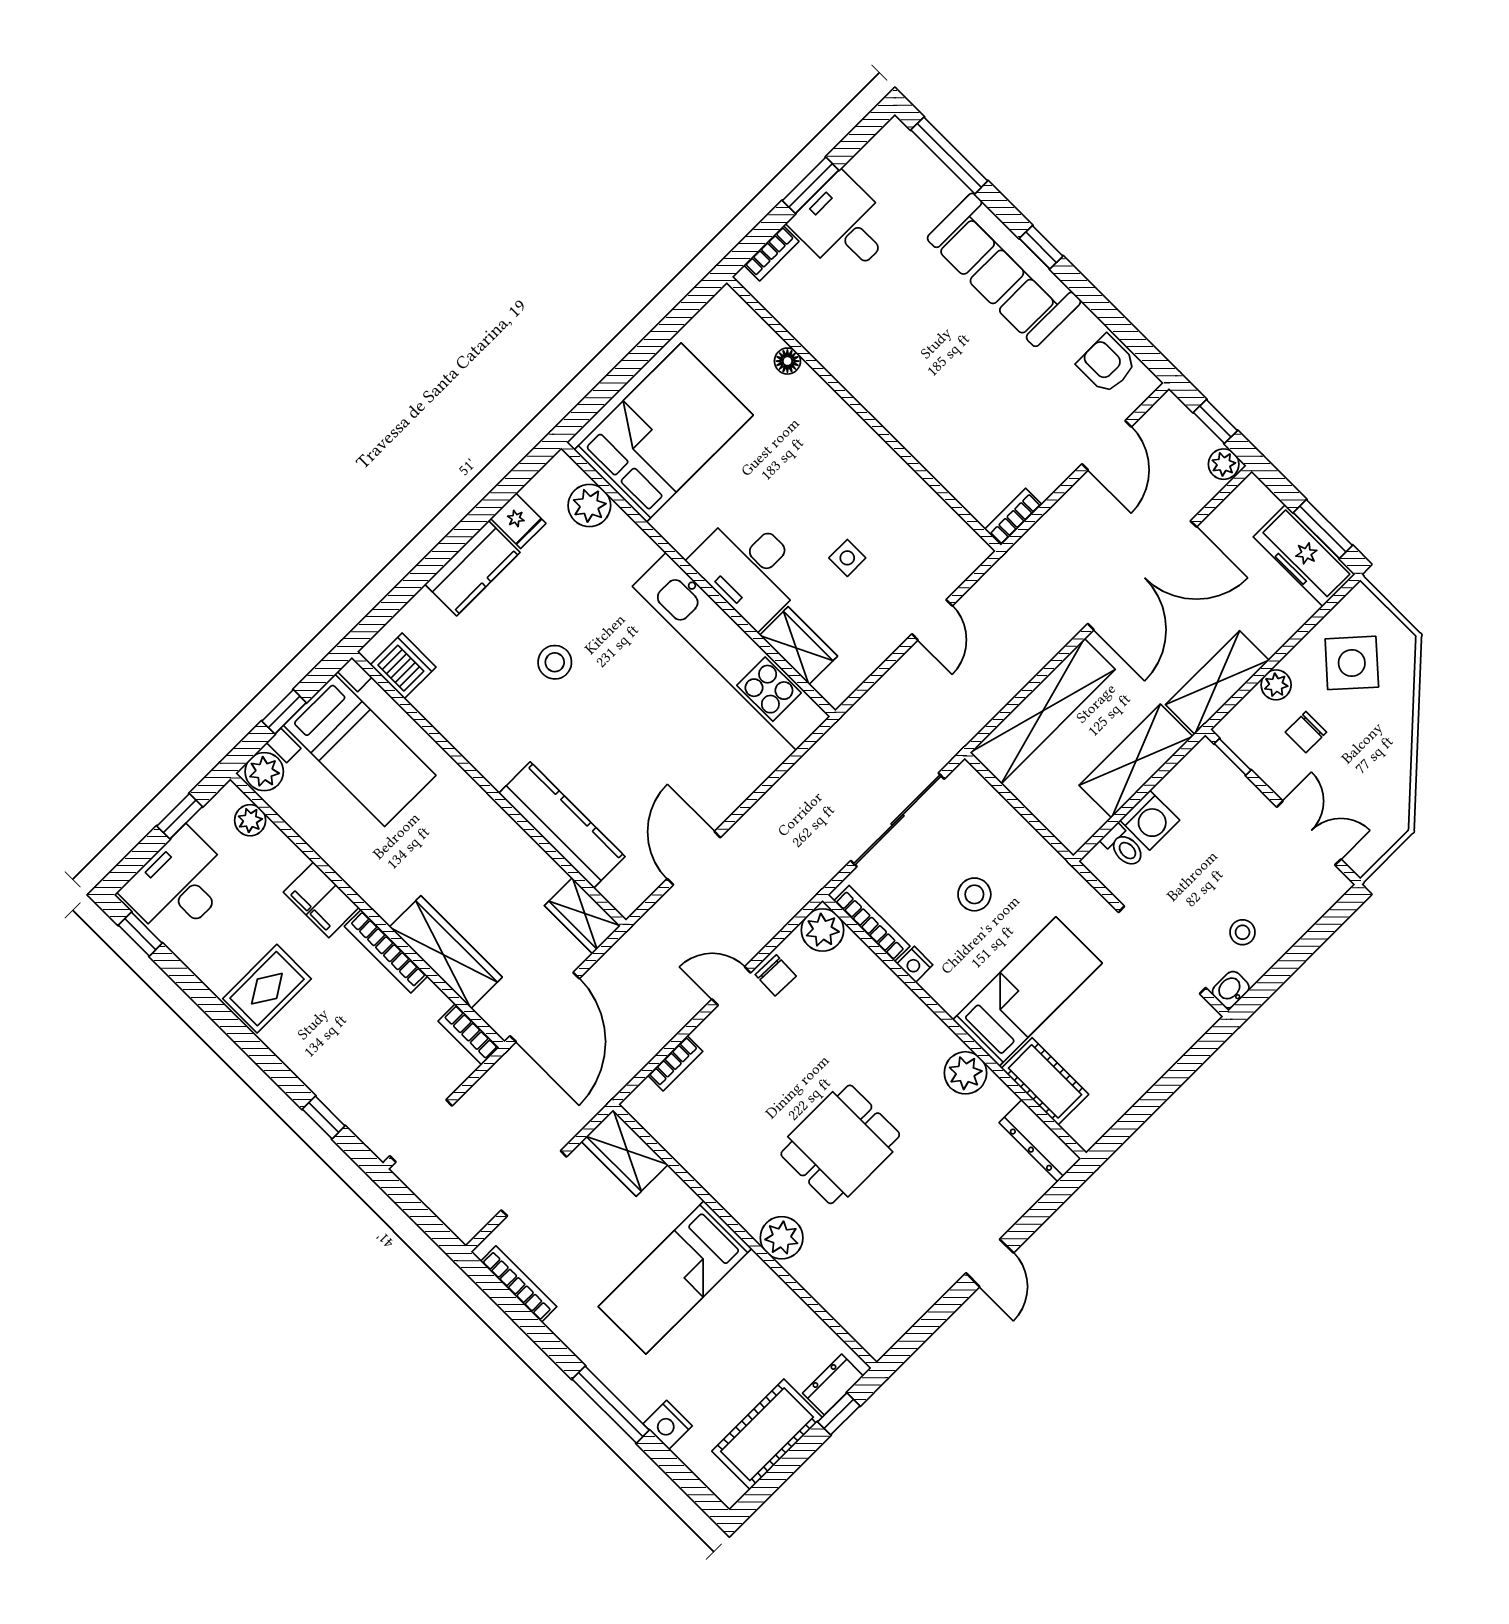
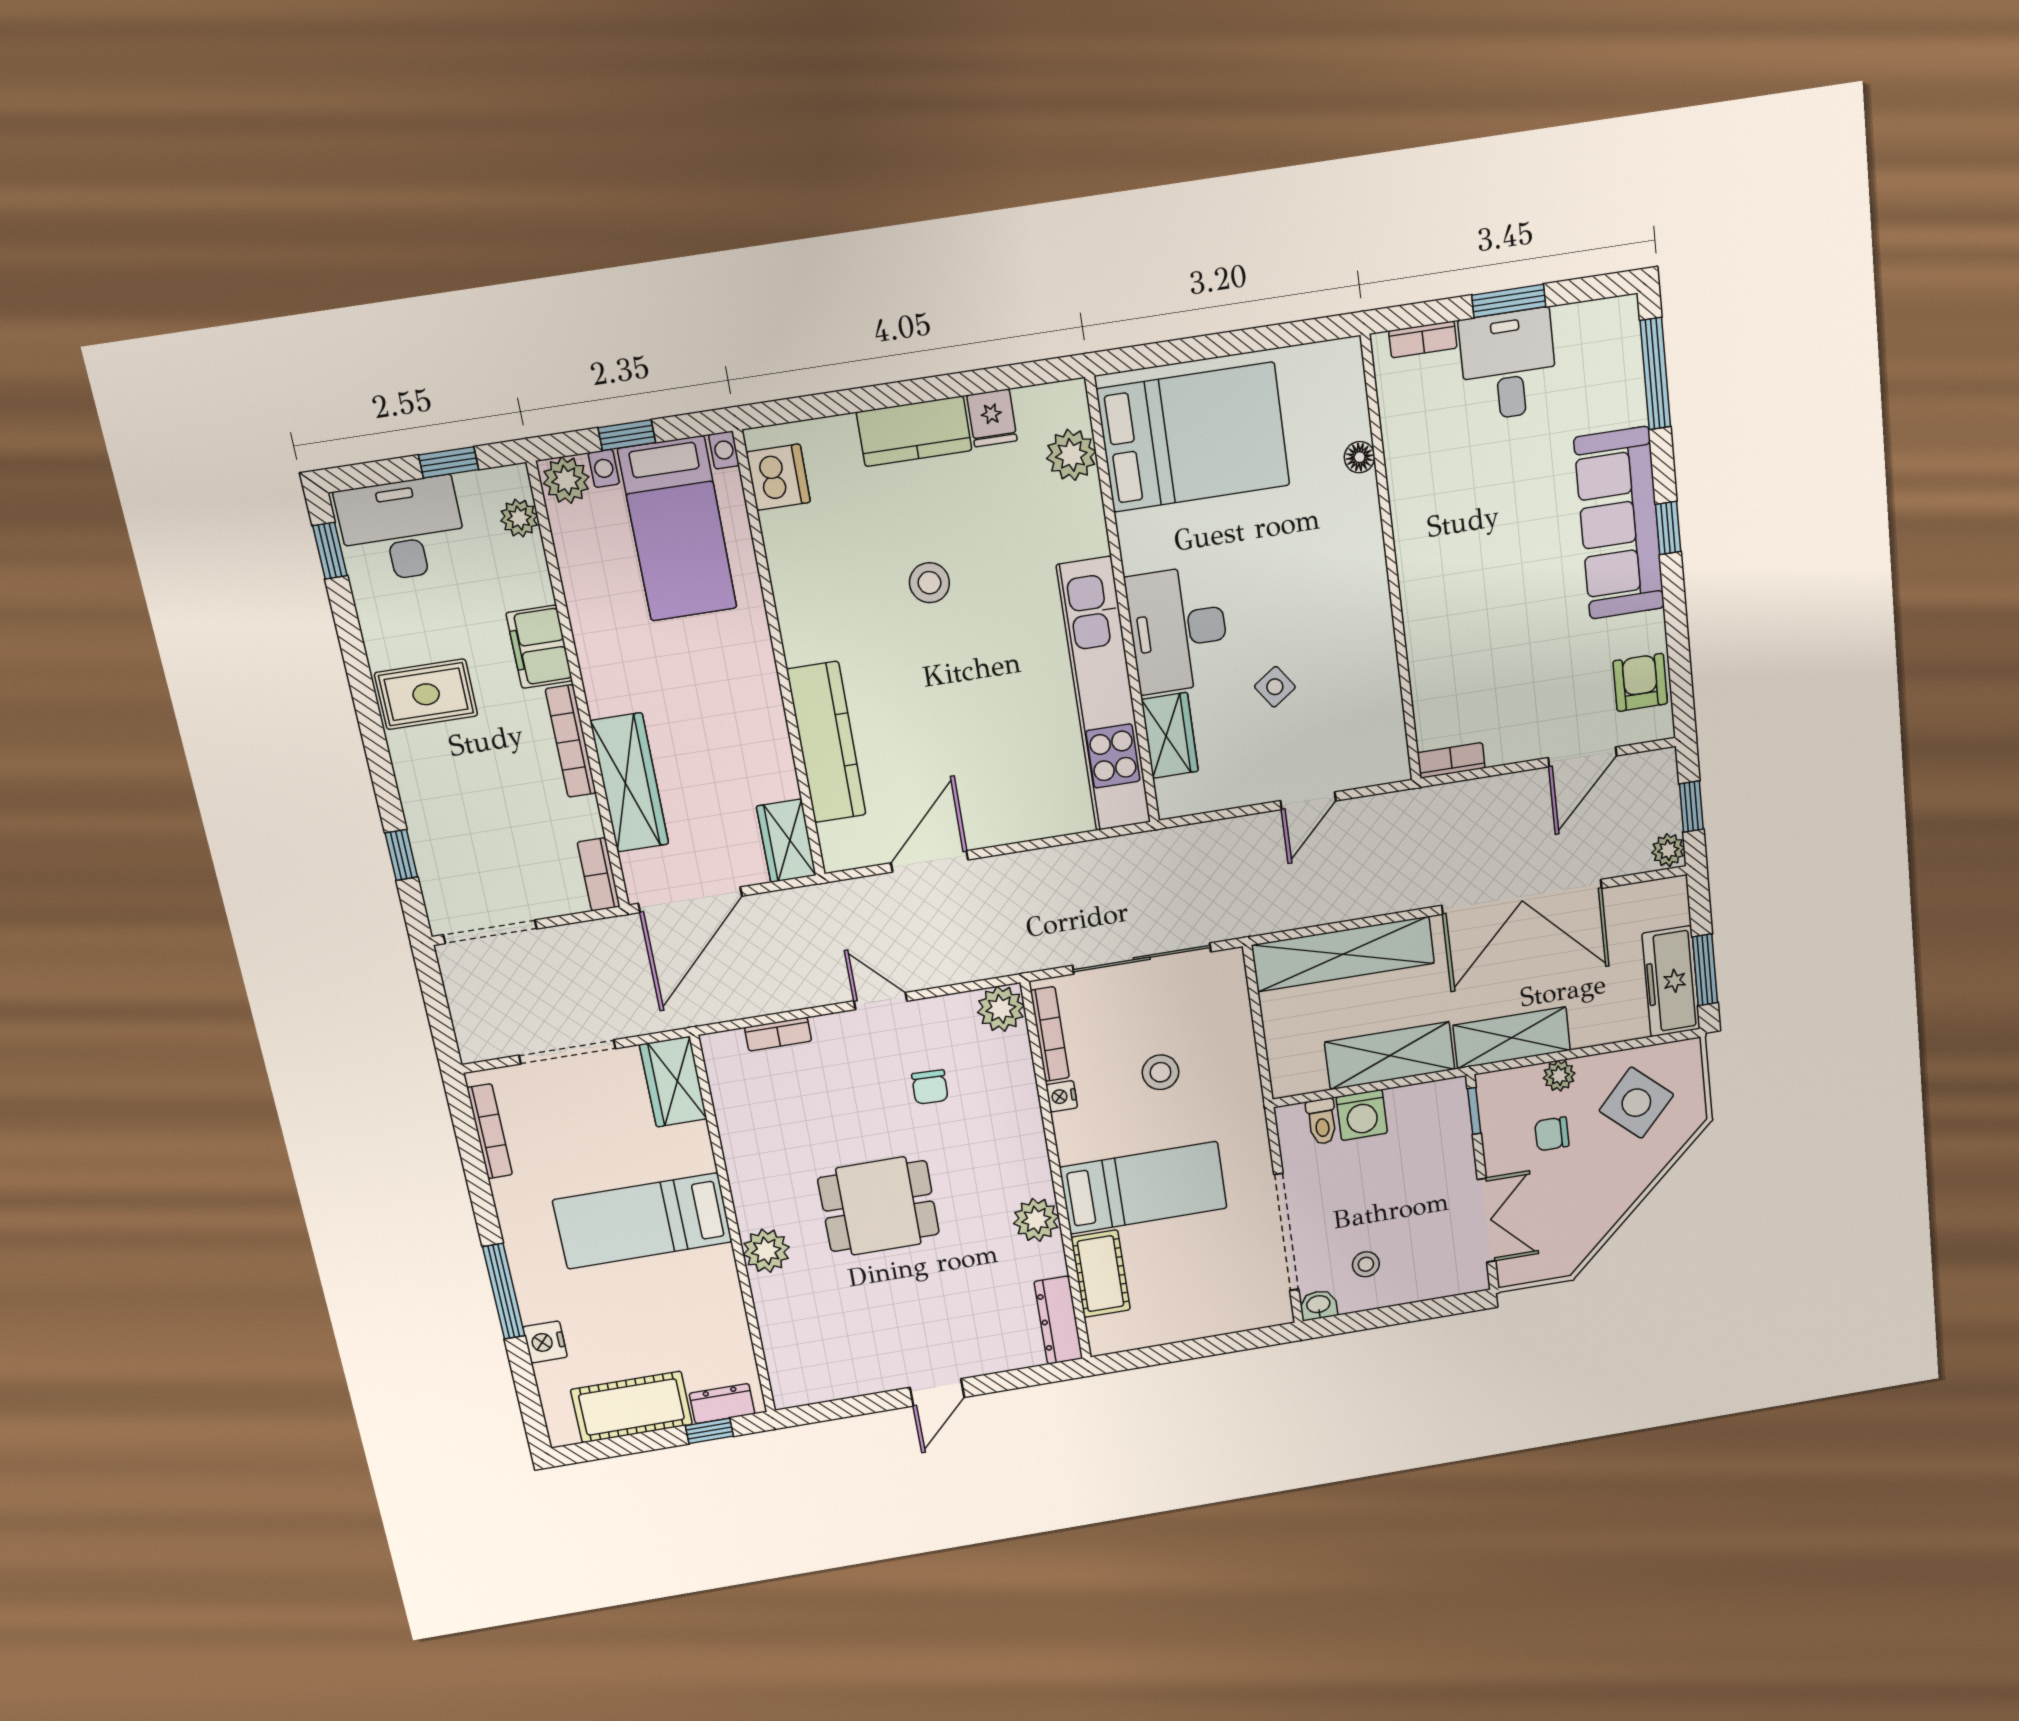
side table: (847, 558) -> (1275, 687), turned -35
chair: (776, 975) -> (930, 1087), moved

